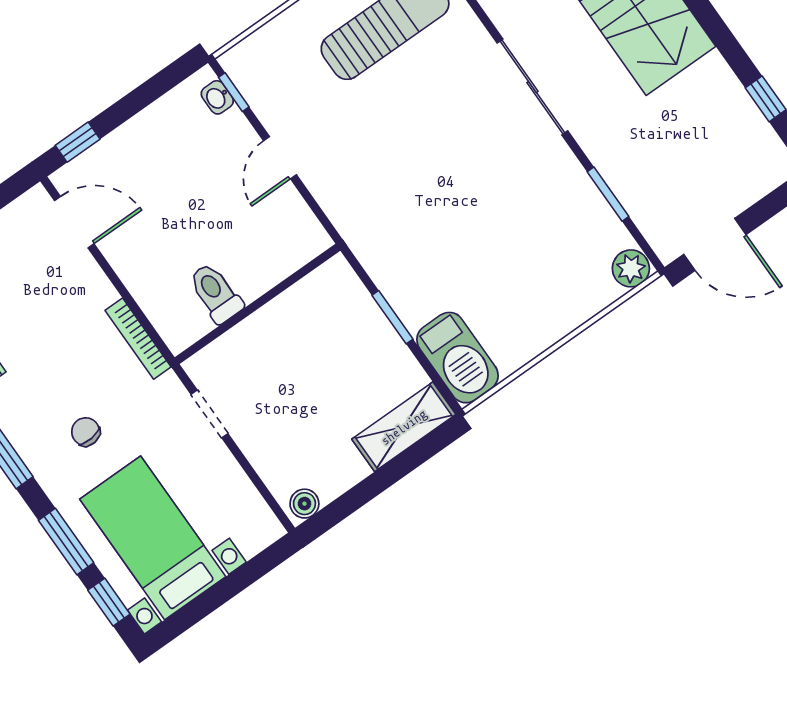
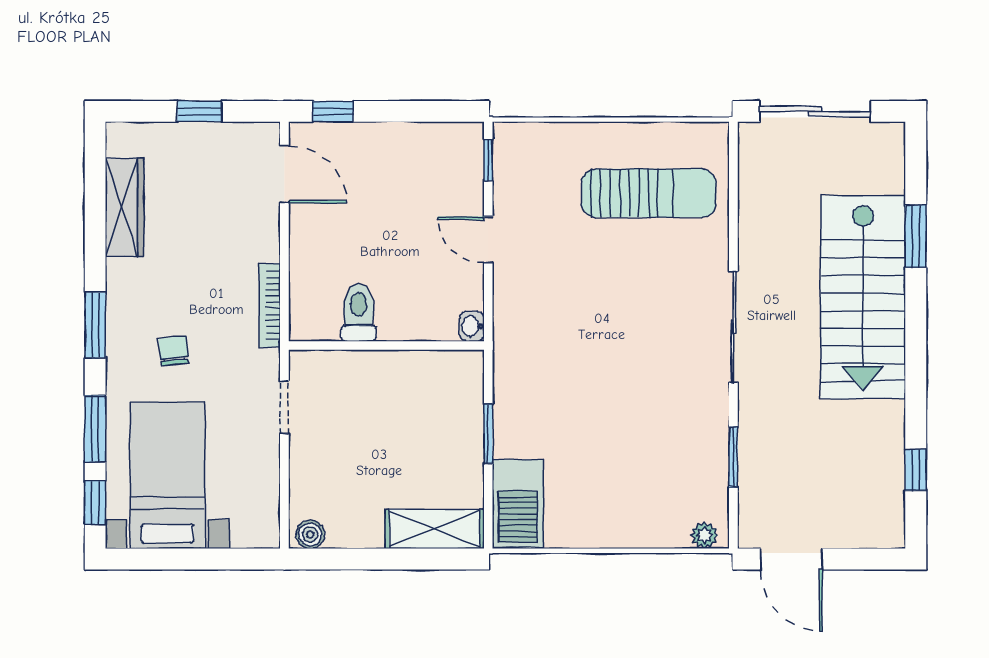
washbasin: (217, 97) -> (472, 326), moved
door: (280, 158) -> (488, 240), hinge flipped
plant: (631, 268) -> (704, 535), width x0.73, depth x0.73

